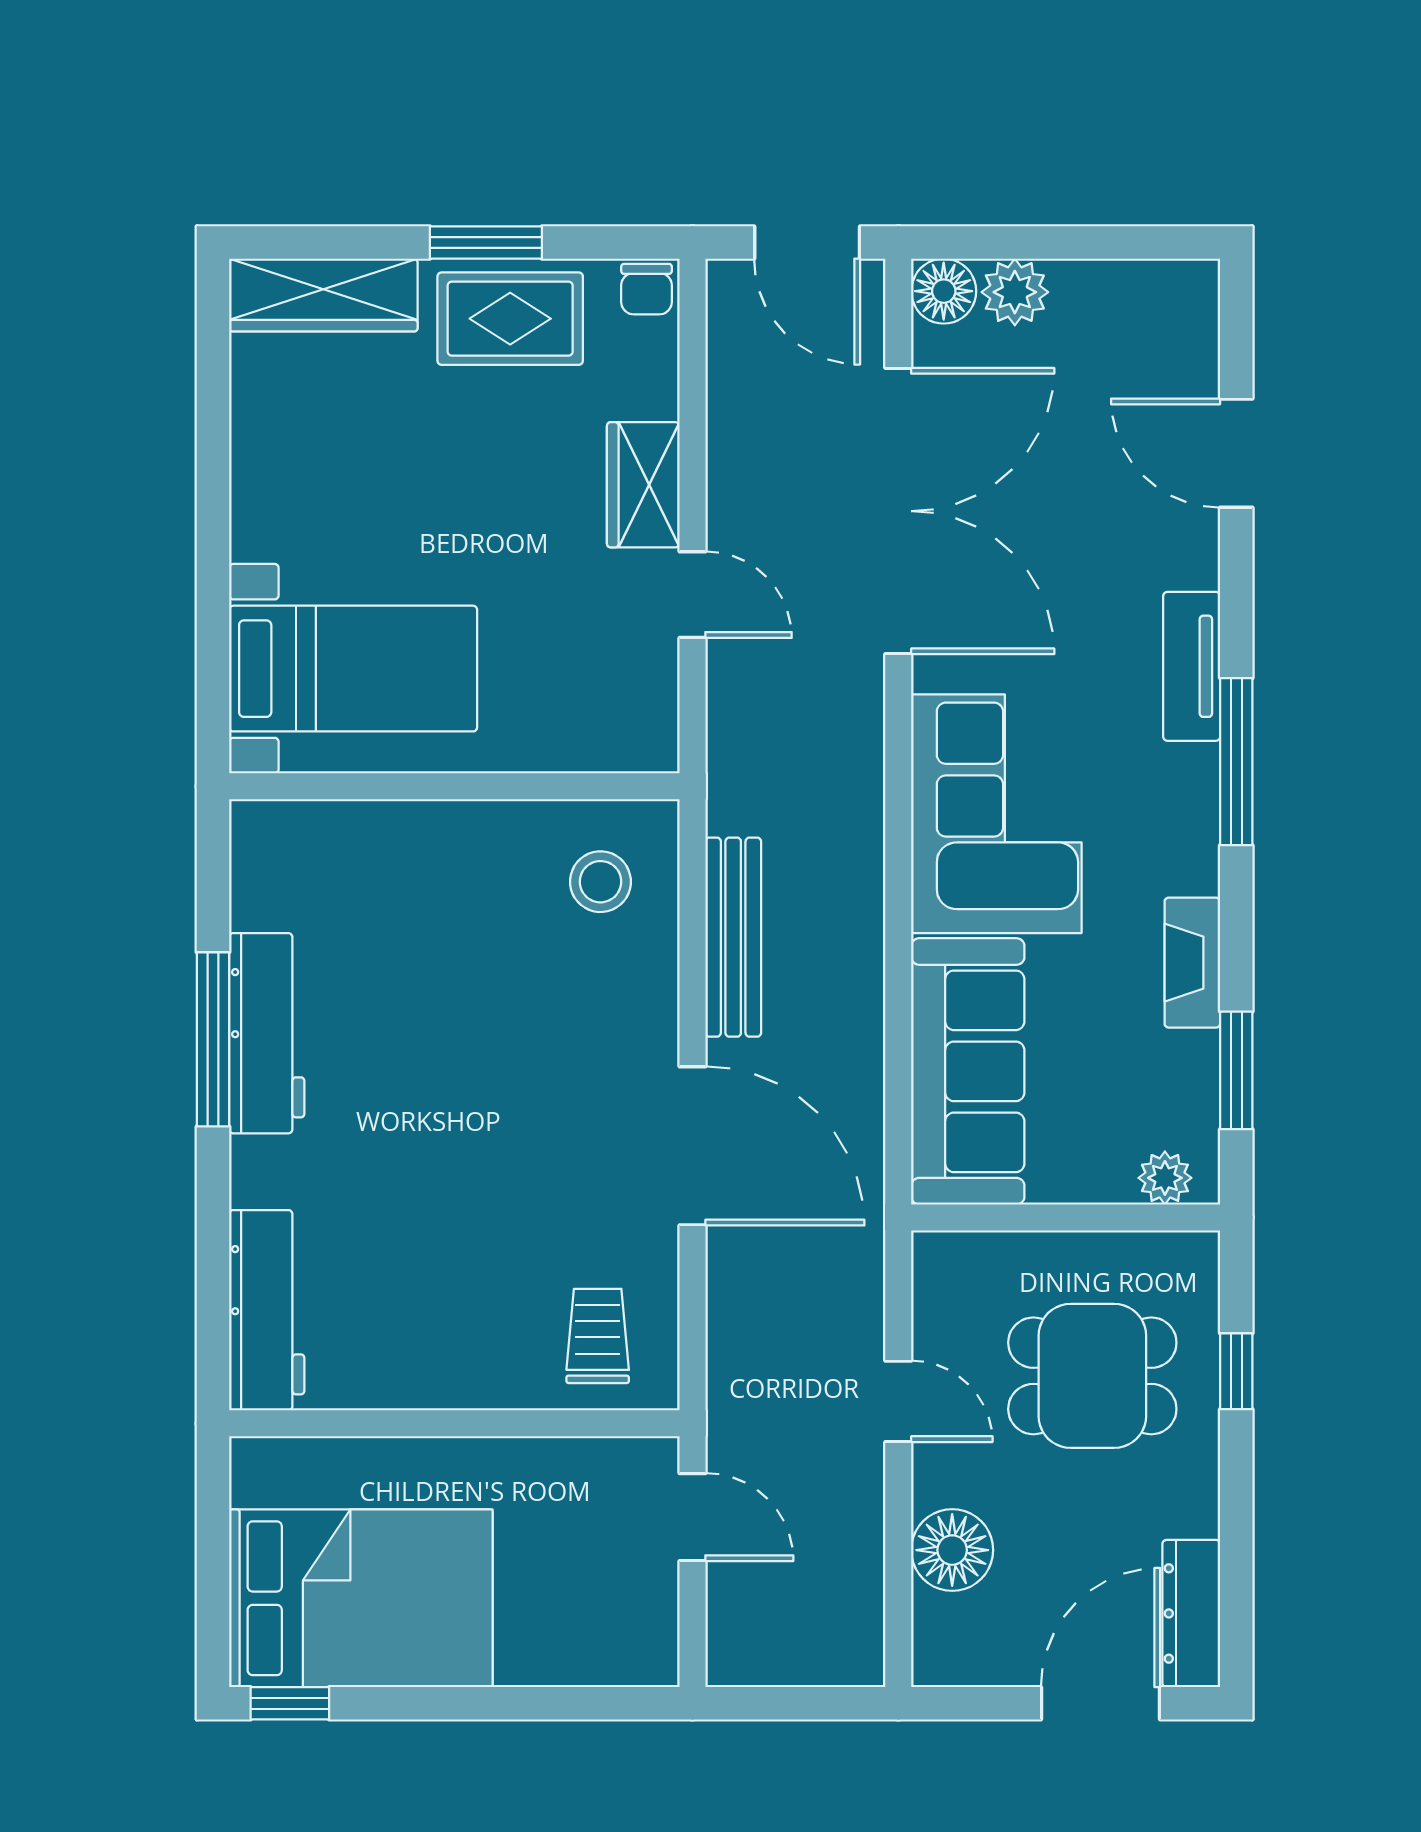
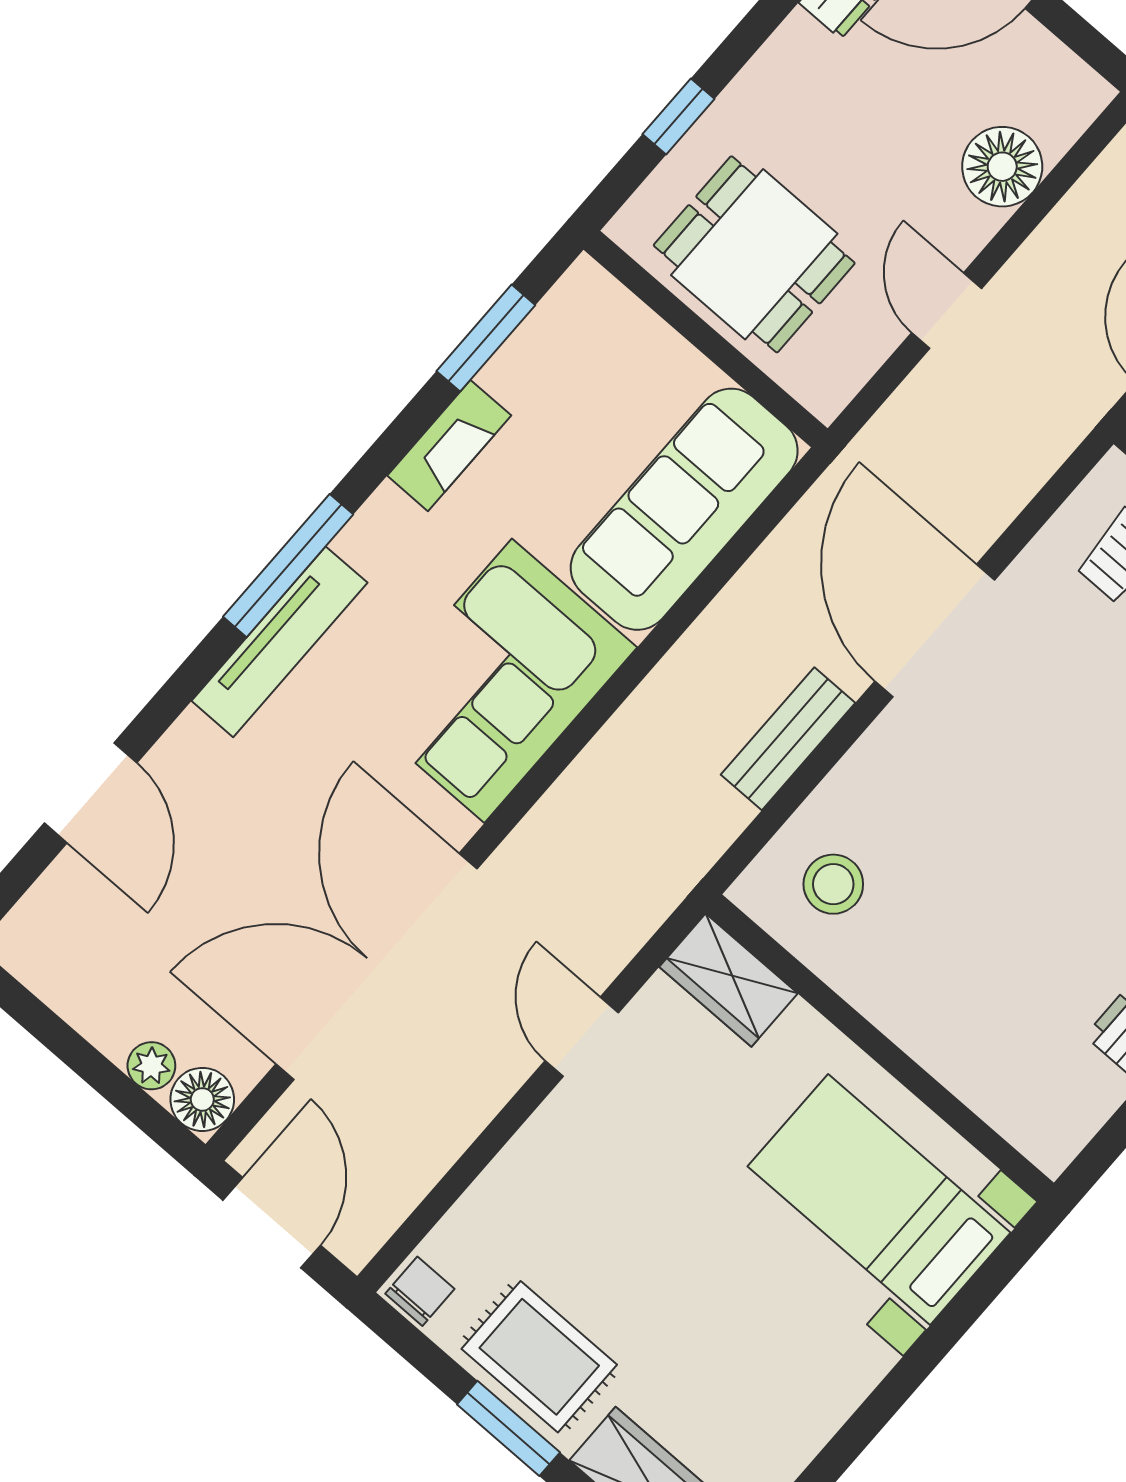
plant: (1015, 292) -> (151, 1066), width x0.73, depth x0.73
wardrobe: (643, 485) -> (729, 980), moved, turned 90
tv unit: (1192, 666) -> (279, 642), width x1.41
bench: (733, 937) -> (788, 739), width x0.73
plant: (1165, 1178) -> (607, 305), removed
dining table: (1092, 1376) -> (754, 254), moved

